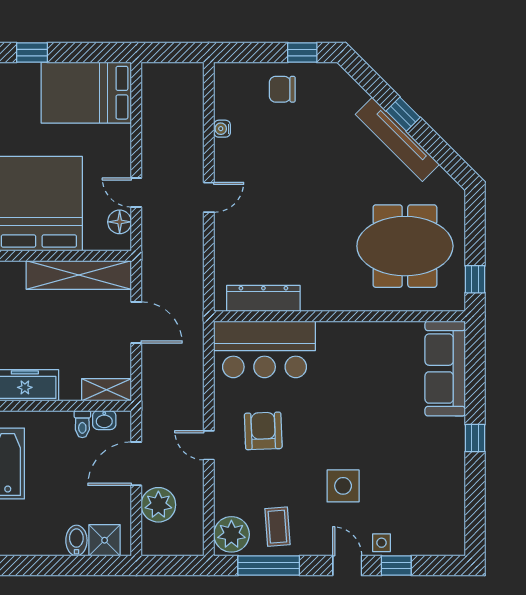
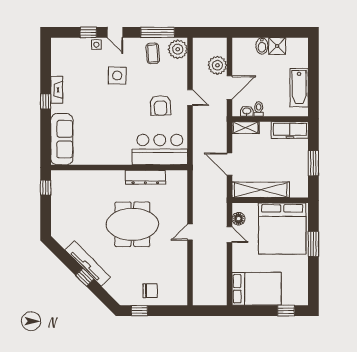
water cooler: (222, 129) -> (183, 269), removed
meeting table: (405, 246) -> (132, 224), moved
dresser: (263, 298) -> (145, 177), moved
fireplace: (455, 459) -> (57, 90), added
shower: (105, 540) -> (277, 46), moved

